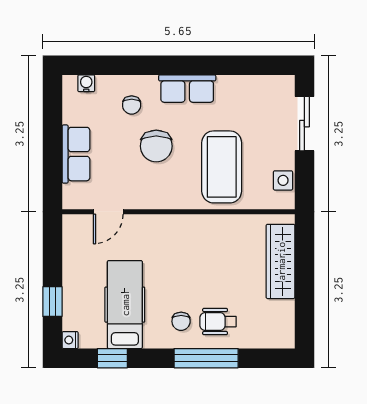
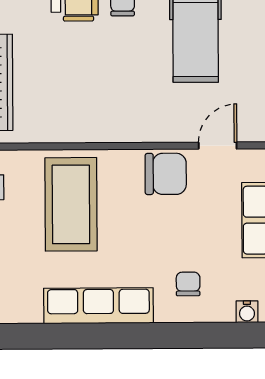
row of seats: (187, 89) -> (98, 306), width x1.48
chair: (156, 146) -> (166, 174), moved, turned 90

